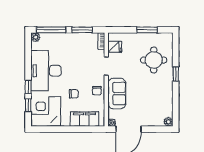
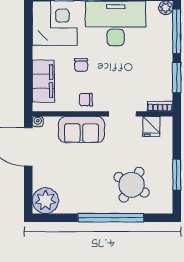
round table: (154, 60) -> (132, 185), turned 31
window: (176, 74) -> (111, 218), width x3.17
plant: (168, 122) -> (45, 201), width x1.87, depth x1.87

